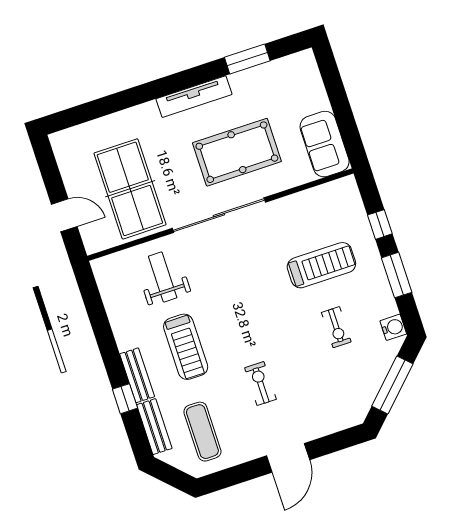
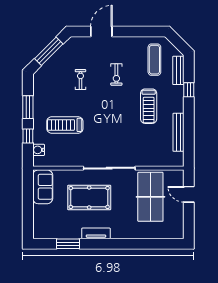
tv unit: (194, 97) -> (96, 233), width x0.71
weight bench: (163, 277) -> (149, 146), removed
exercise bike: (336, 327) -> (80, 80), moved
water cooler: (393, 327) -> (39, 150), moved
treadmill: (186, 347) -> (149, 106), turned 180
bench: (137, 375) -> (178, 132), moved, width x1.36
door: (288, 458) -> (101, 32), moved

